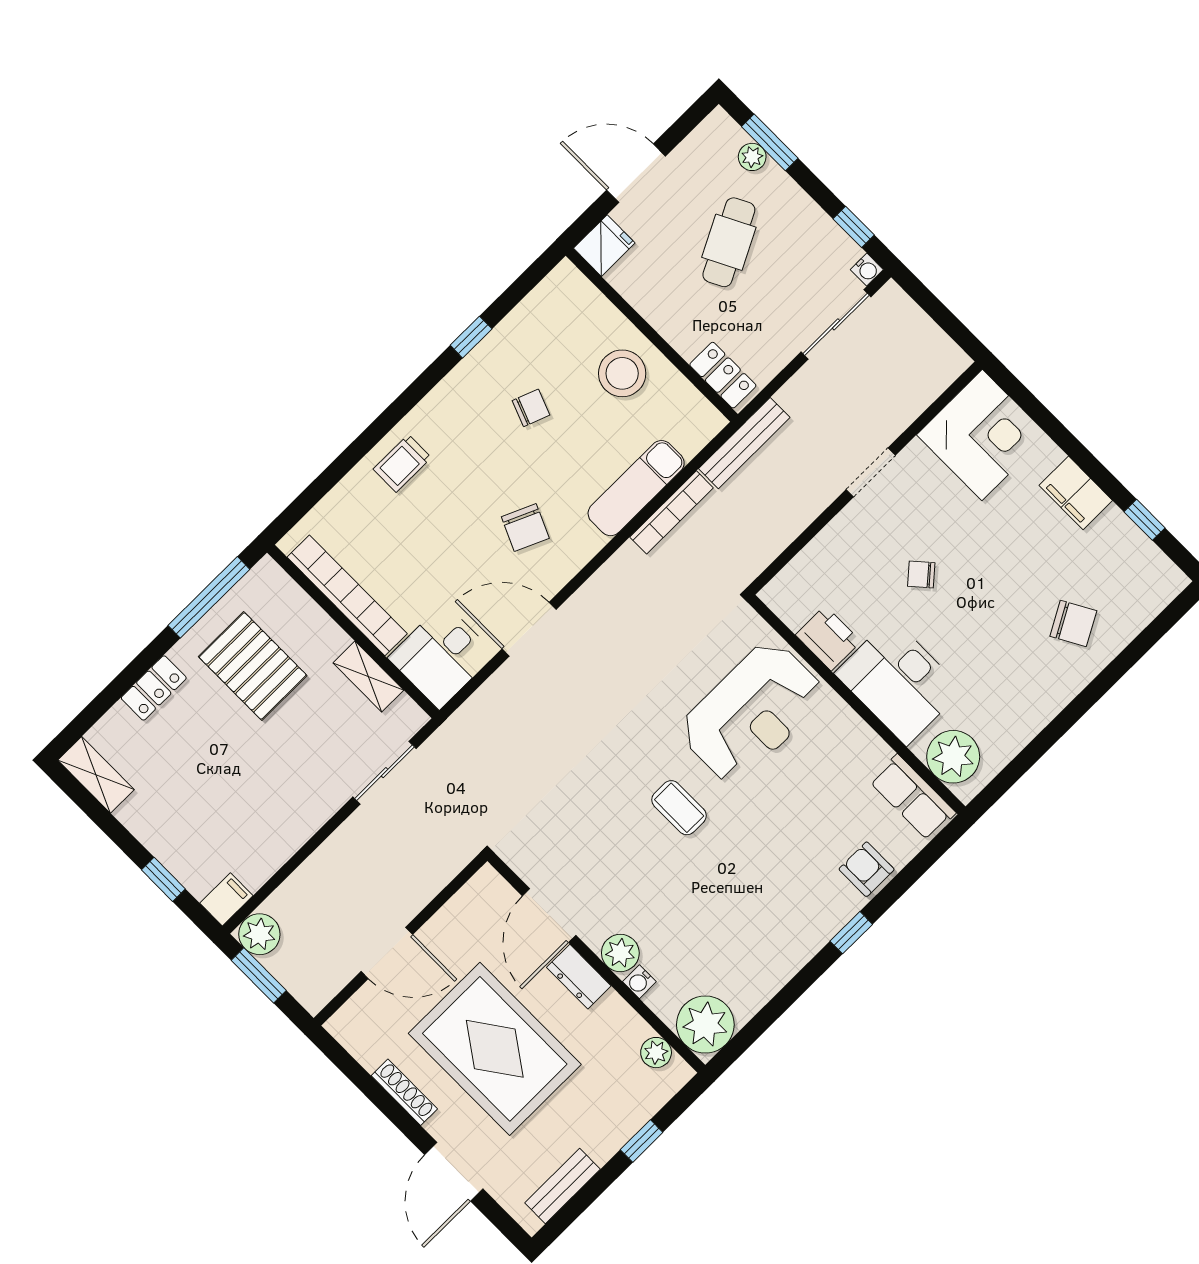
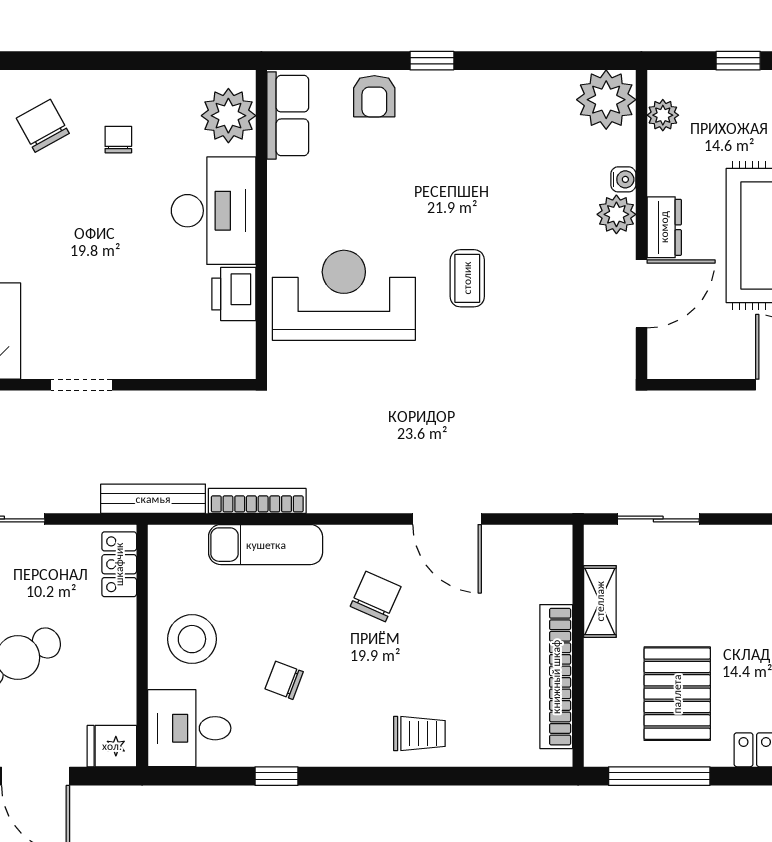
chair: (921, 574) -> (118, 140), moved, turned -139
desk: (442, 656) -> (189, 728), moved, turned 180

